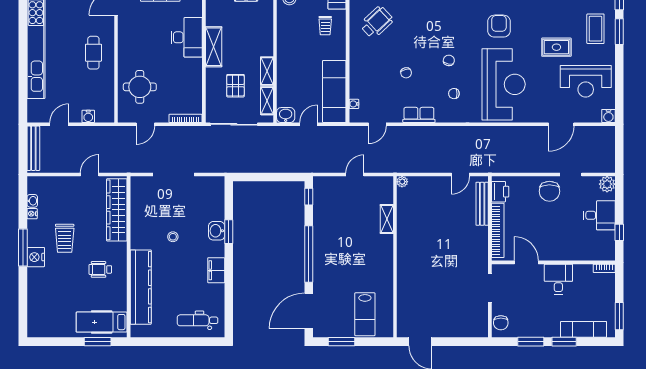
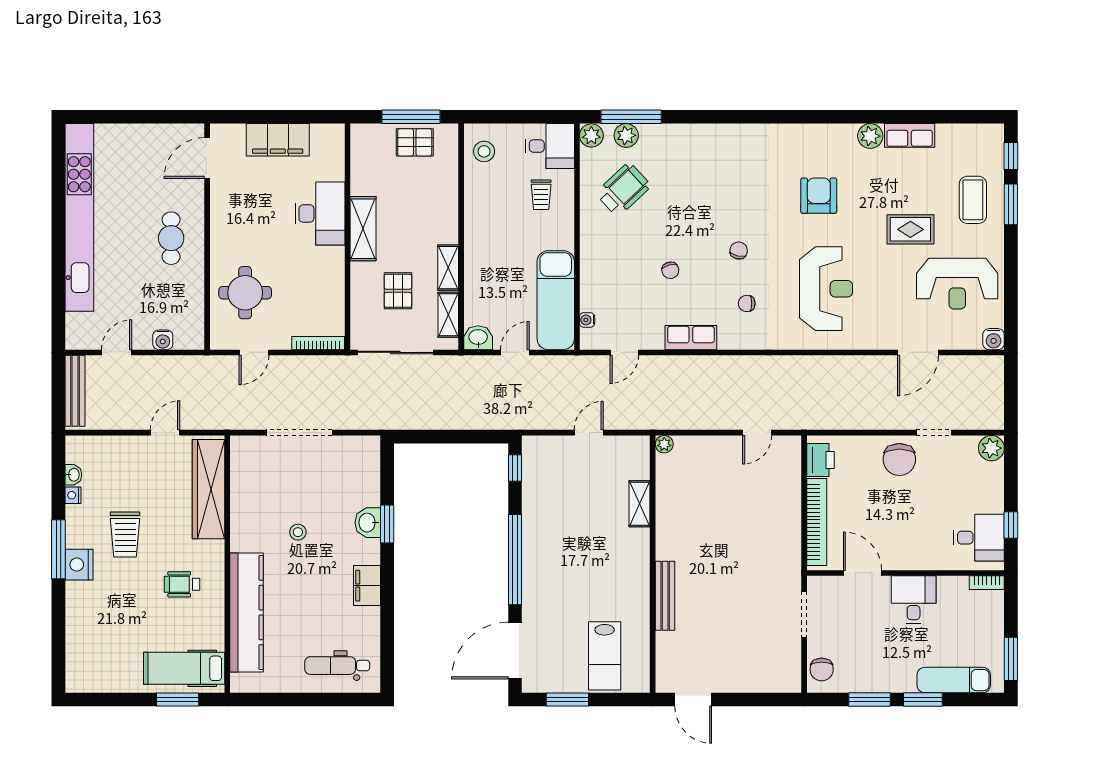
reception desk: (504, 84) -> (826, 289), width x0.74, depth x0.77
bench: (482, 204) -> (665, 596), moved
desk: (599, 215) -> (979, 538), moved

